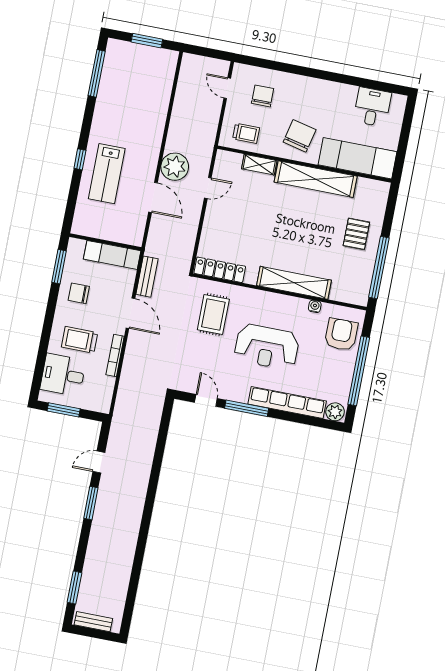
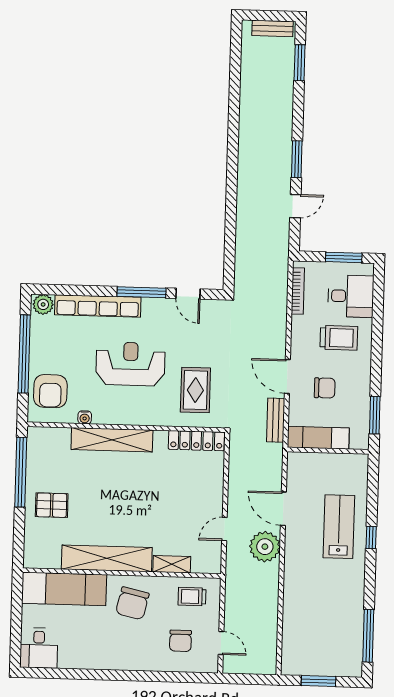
desk: (372, 107) -> (39, 648), moved
pallet: (356, 234) -> (52, 505), turned 90
chair: (79, 293) -> (325, 388), moved
bookcase: (115, 356) -> (298, 291), moved

